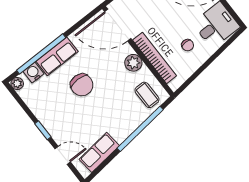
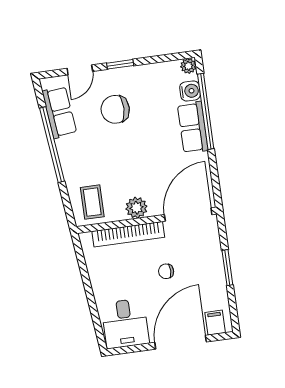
chair: (188, 45) -> (166, 271), moved
chair: (82, 85) -> (115, 109), moved
coffee table: (147, 95) -> (92, 202), turned 90
window: (140, 129) -> (52, 145), moved

